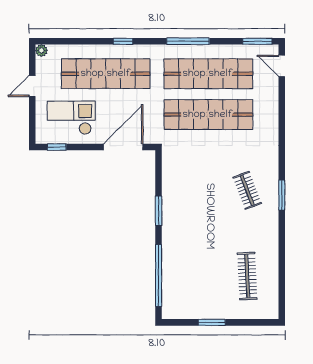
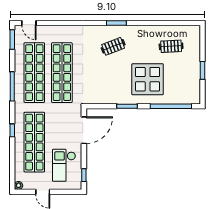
door: (282, 66) -> (29, 23), hinge flipped
door: (123, 147) -> (84, 130), swing flipped
display table: (199, 241) -> (148, 79), added
clothes rail: (247, 276) -> (171, 46), width x0.73

